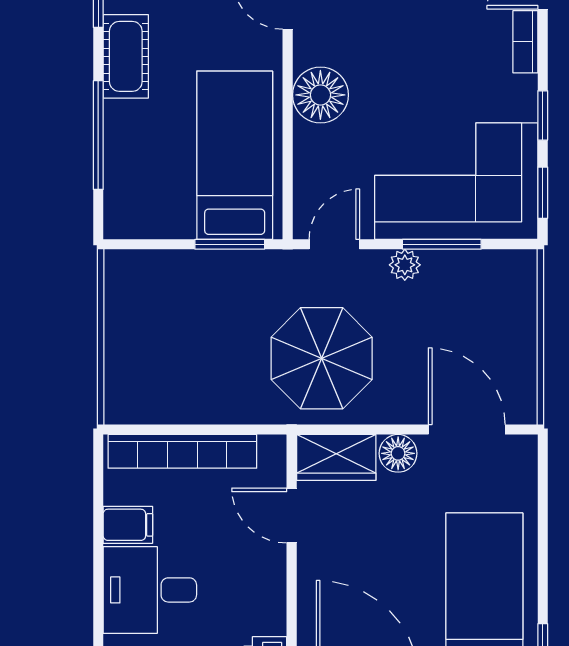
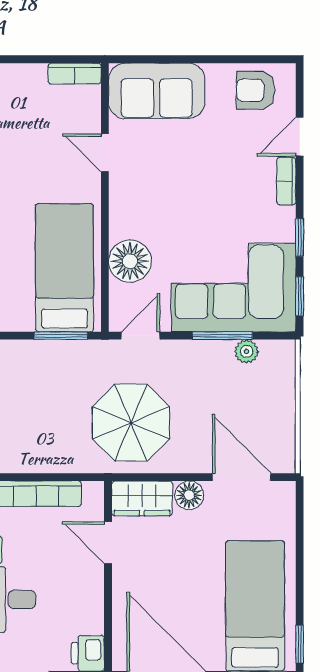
floor lamp: (320, 95) -> (130, 261), moved
plant: (405, 265) -> (246, 351), moved

